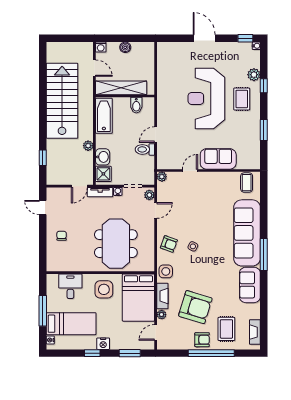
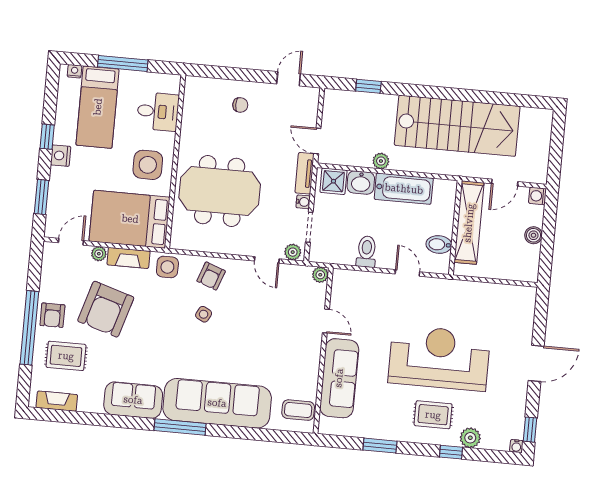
bathtub: (104, 116) -> (404, 189), moved
door: (156, 135) -> (407, 273), moved
sofa: (218, 159) -> (339, 378), width x1.36
door: (156, 332) -> (71, 242), hinge flipped

